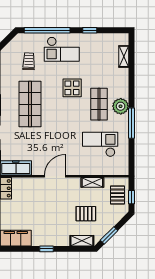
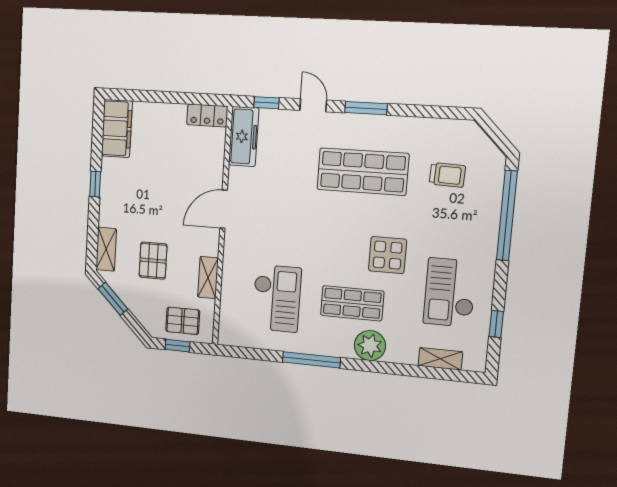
window: (90, 30) -> (496, 324), moved
checkout: (62, 49) -> (450, 293), moved
plant: (121, 106) -> (370, 346), moved
door: (55, 176) -> (224, 209), swing flipped

